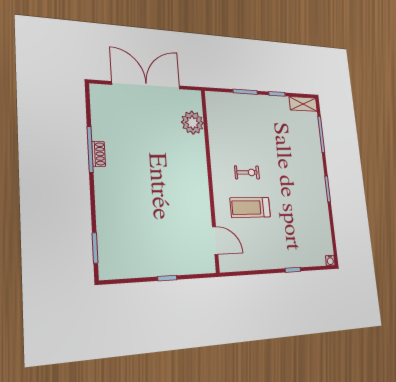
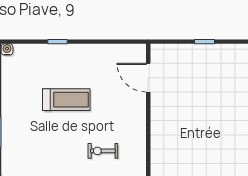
treadmill: (250, 207) -> (66, 100), moved

